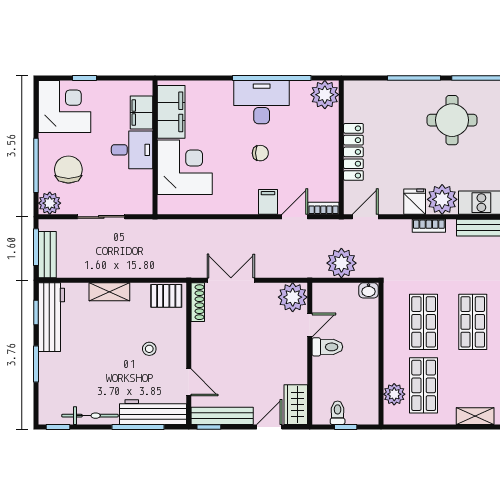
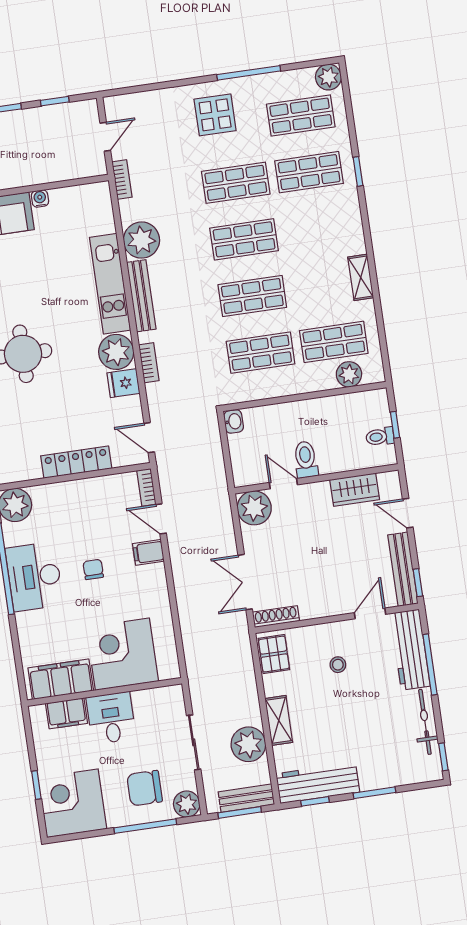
plant: (341, 263) -> (248, 744), moved
wardrobe: (296, 405) -> (355, 490), moved

